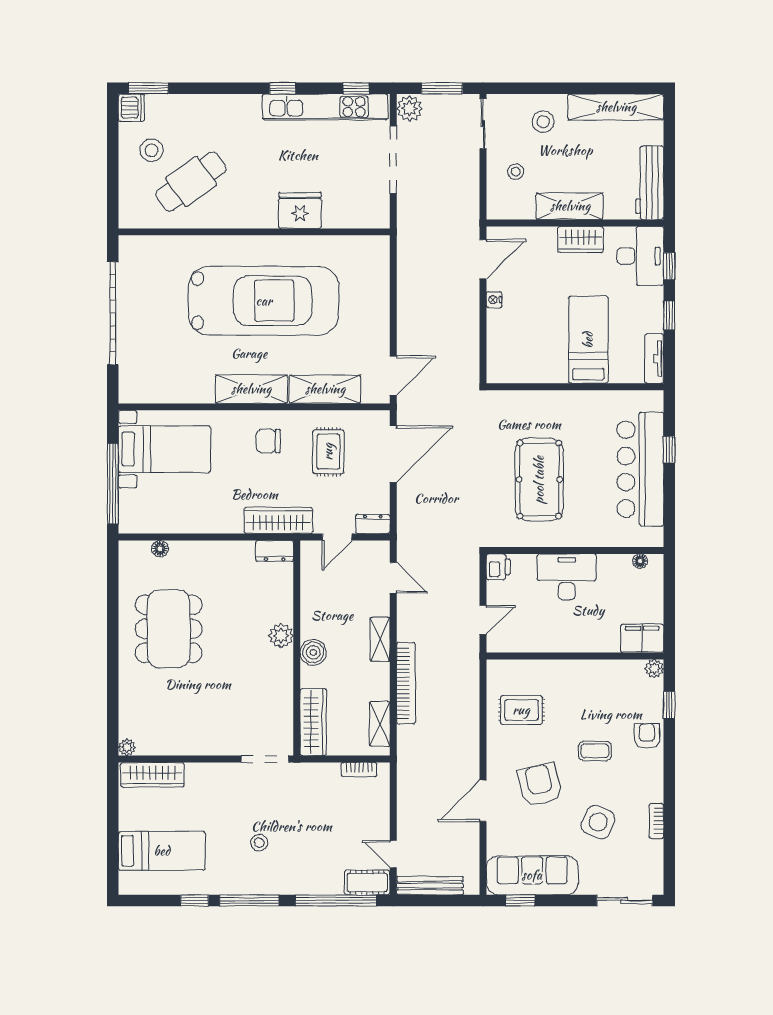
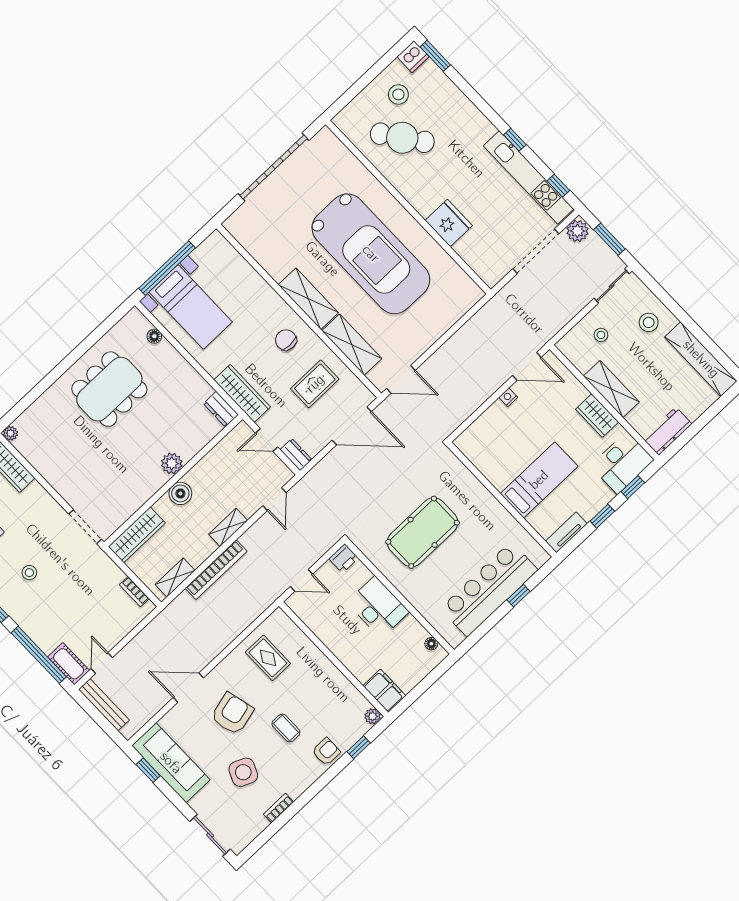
workbench: (650, 183) -> (667, 431), width x0.73
bed with nightstands: (164, 449) -> (191, 307), moved

